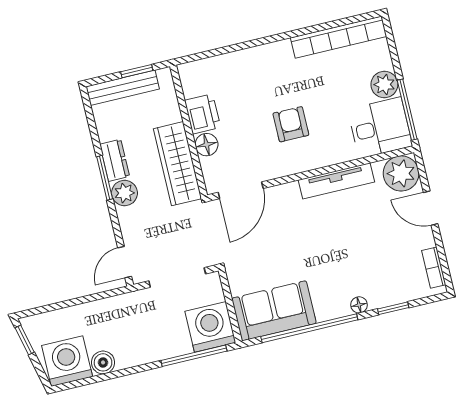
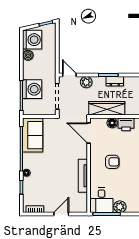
plant: (401, 173) -> (79, 205), removed
plant: (124, 193) -> (86, 82), moved
washing machine: (210, 327) -> (32, 89), moved

